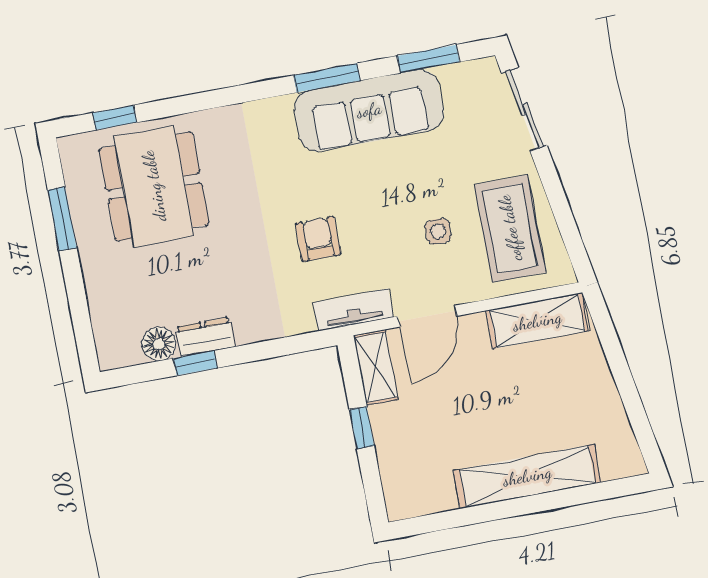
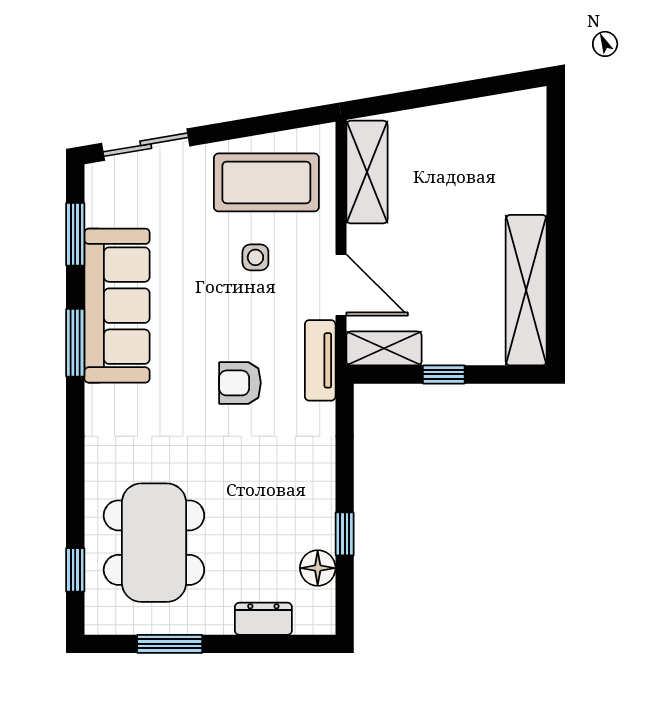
dining table: (154, 186) -> (154, 543), turned 90
dresser: (205, 337) -> (263, 619), moved, turned 90
shelving: (527, 476) -> (526, 290), moved

